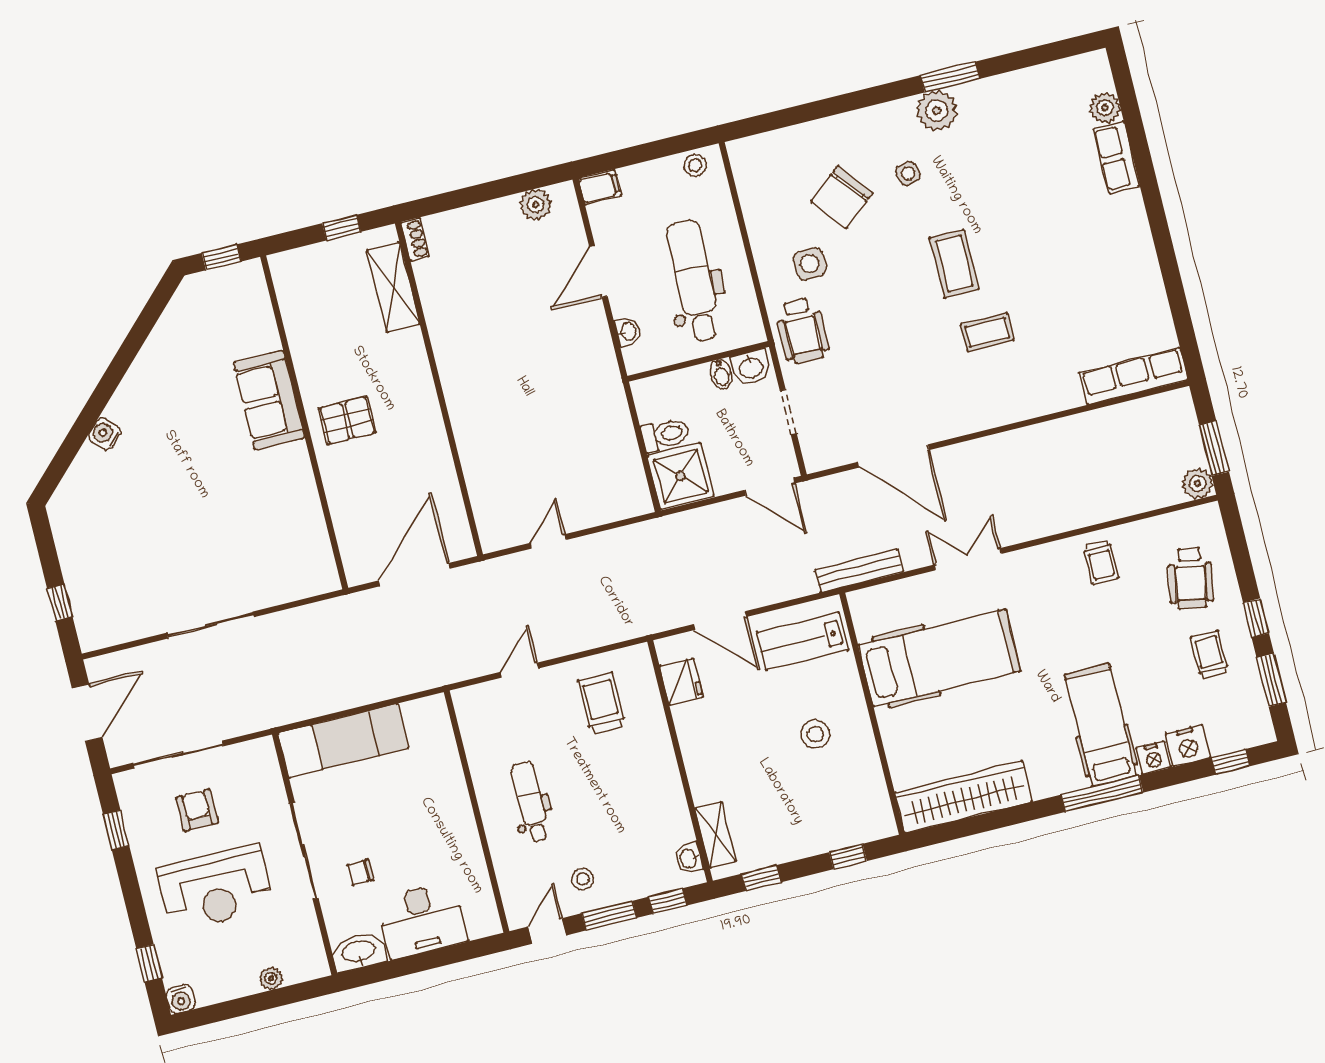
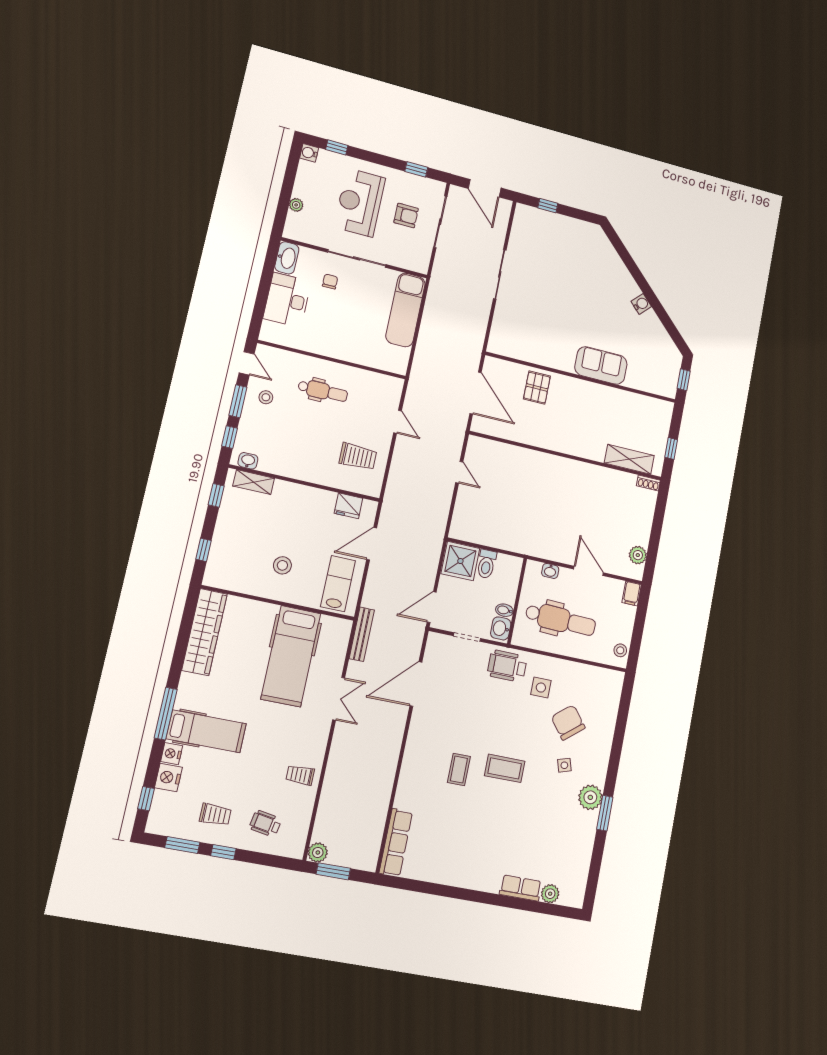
pallet: (347, 420) -> (537, 388), moved
water cooler: (105, 434) -> (641, 304), moved
wheelchair: (1191, 578) -> (265, 824), width x0.73, depth x0.73

